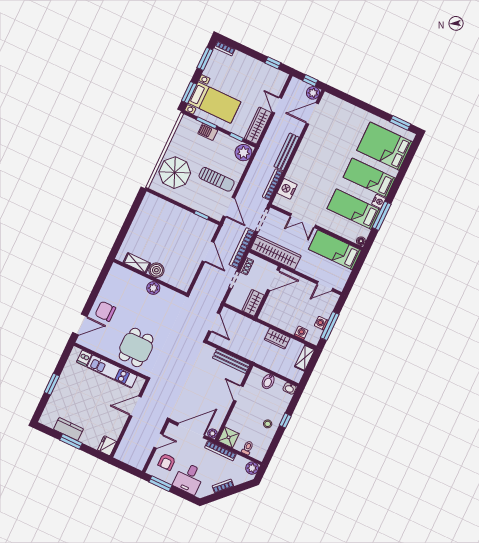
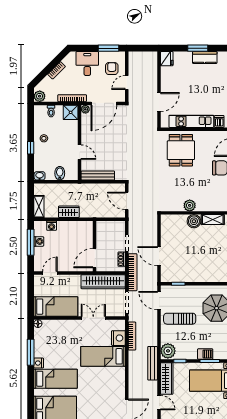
bench: (287, 152) -> (153, 363), moved
bed: (354, 209) -> (103, 356), moved, turned 180
wardrobe: (253, 303) -> (102, 232), removed

